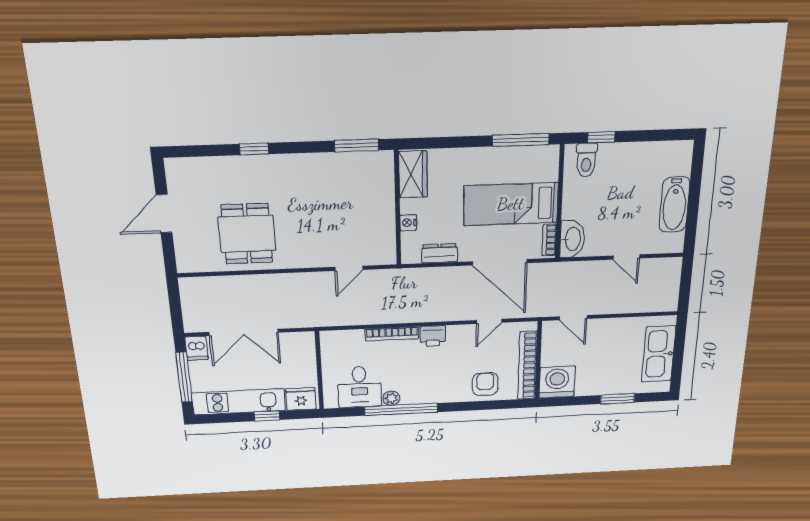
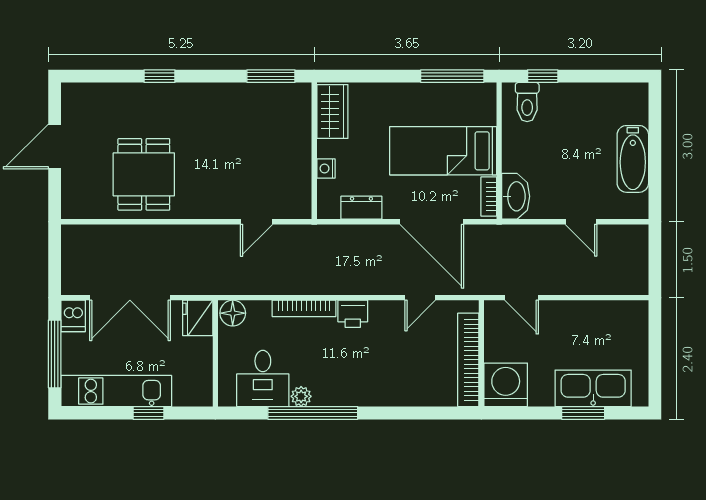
floor lamp: (332, 340) -> (233, 313), added
kitchen sink: (659, 354) -> (593, 388), moved, turned 90
armchair: (485, 384) -> (417, 383), removed
fridge: (301, 399) -> (198, 318), moved, turned -90

